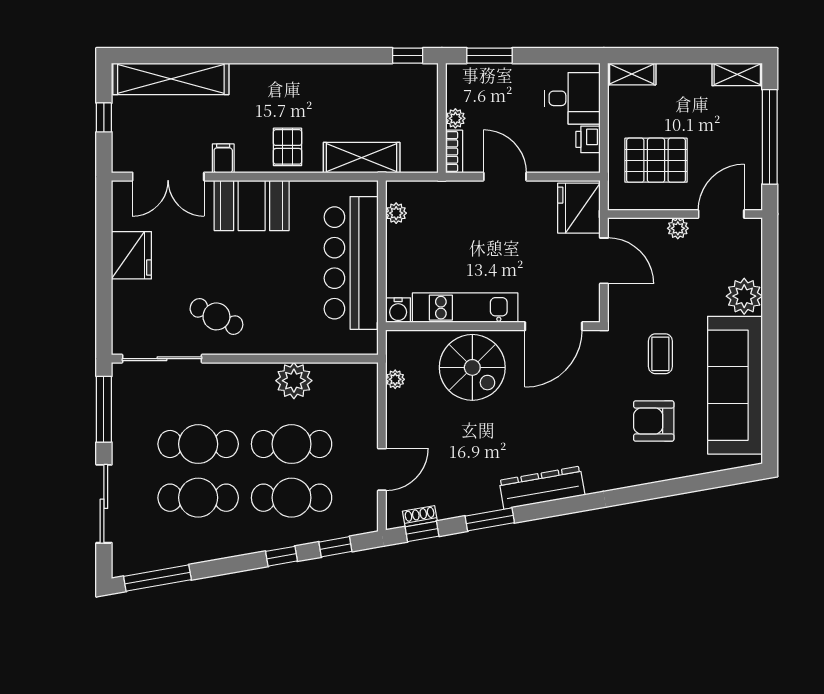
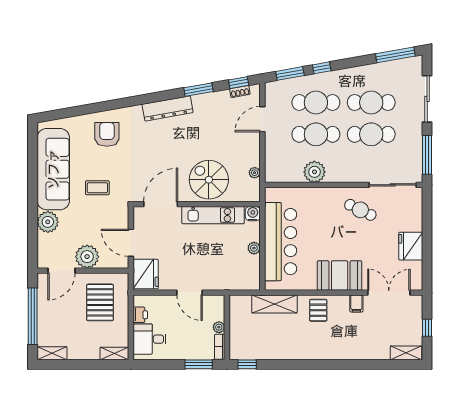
shelving: (171, 79) -> (406, 353), width x0.45, depth x0.75
bookcase: (454, 152) -> (220, 347), moved
pallet: (656, 160) -> (100, 302), turned 90
plant: (396, 213) -> (254, 248), moved
plant: (678, 228) -> (87, 257), width x1.88, depth x1.88
coffee table: (660, 354) -> (97, 188), turned 90
armchair: (654, 421) -> (107, 134), moved, turned -90
window: (335, 547) -> (290, 73), width x1.50

